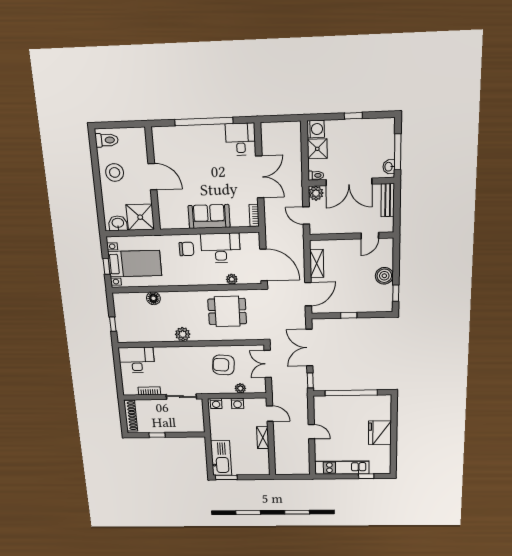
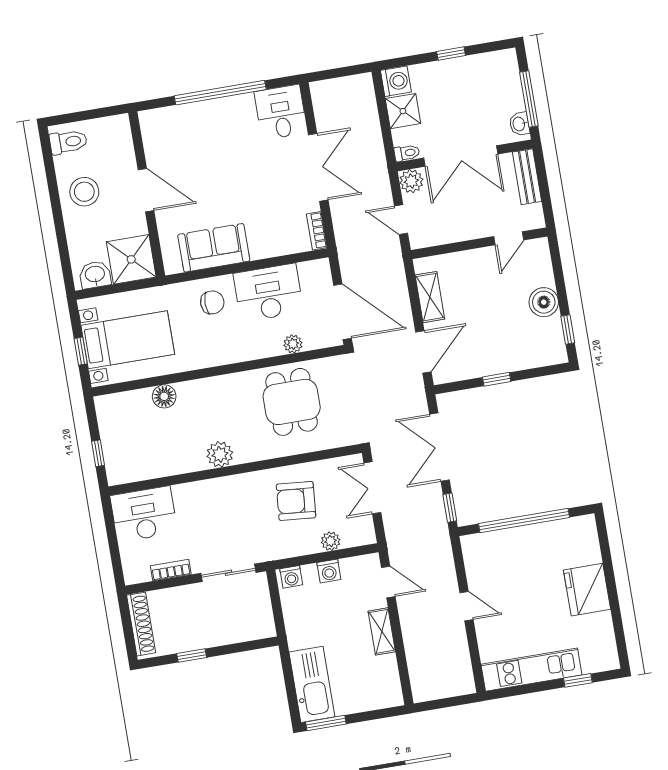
sofa: (209, 216) -> (214, 248), moved
dining table: (227, 311) -> (292, 402), turned 90

